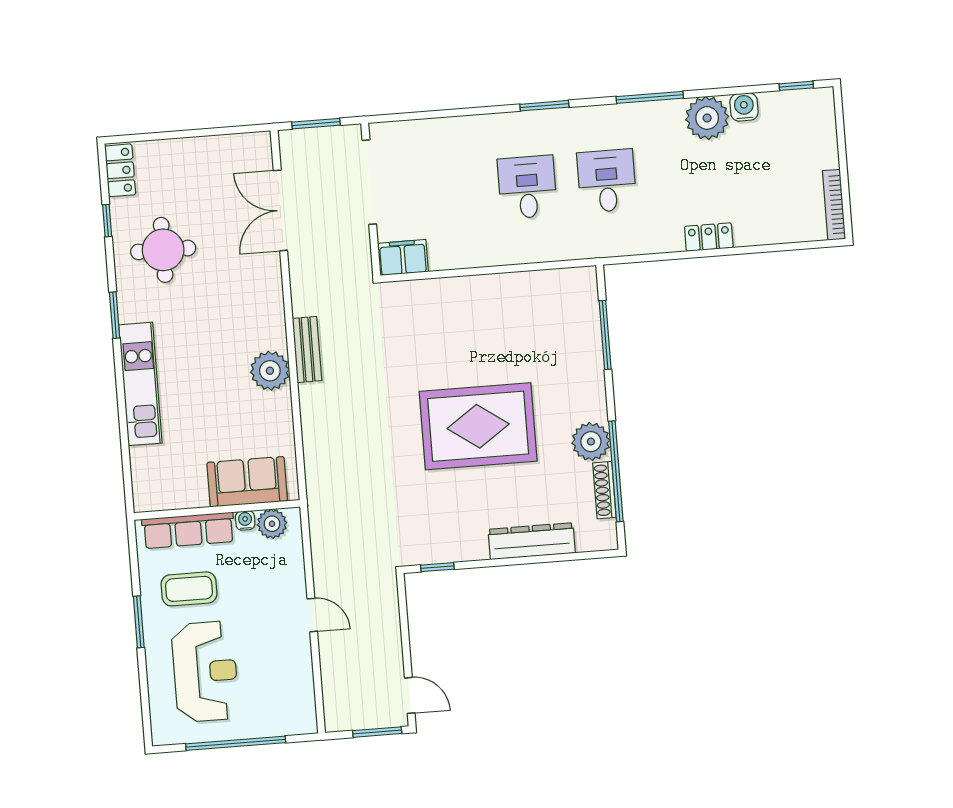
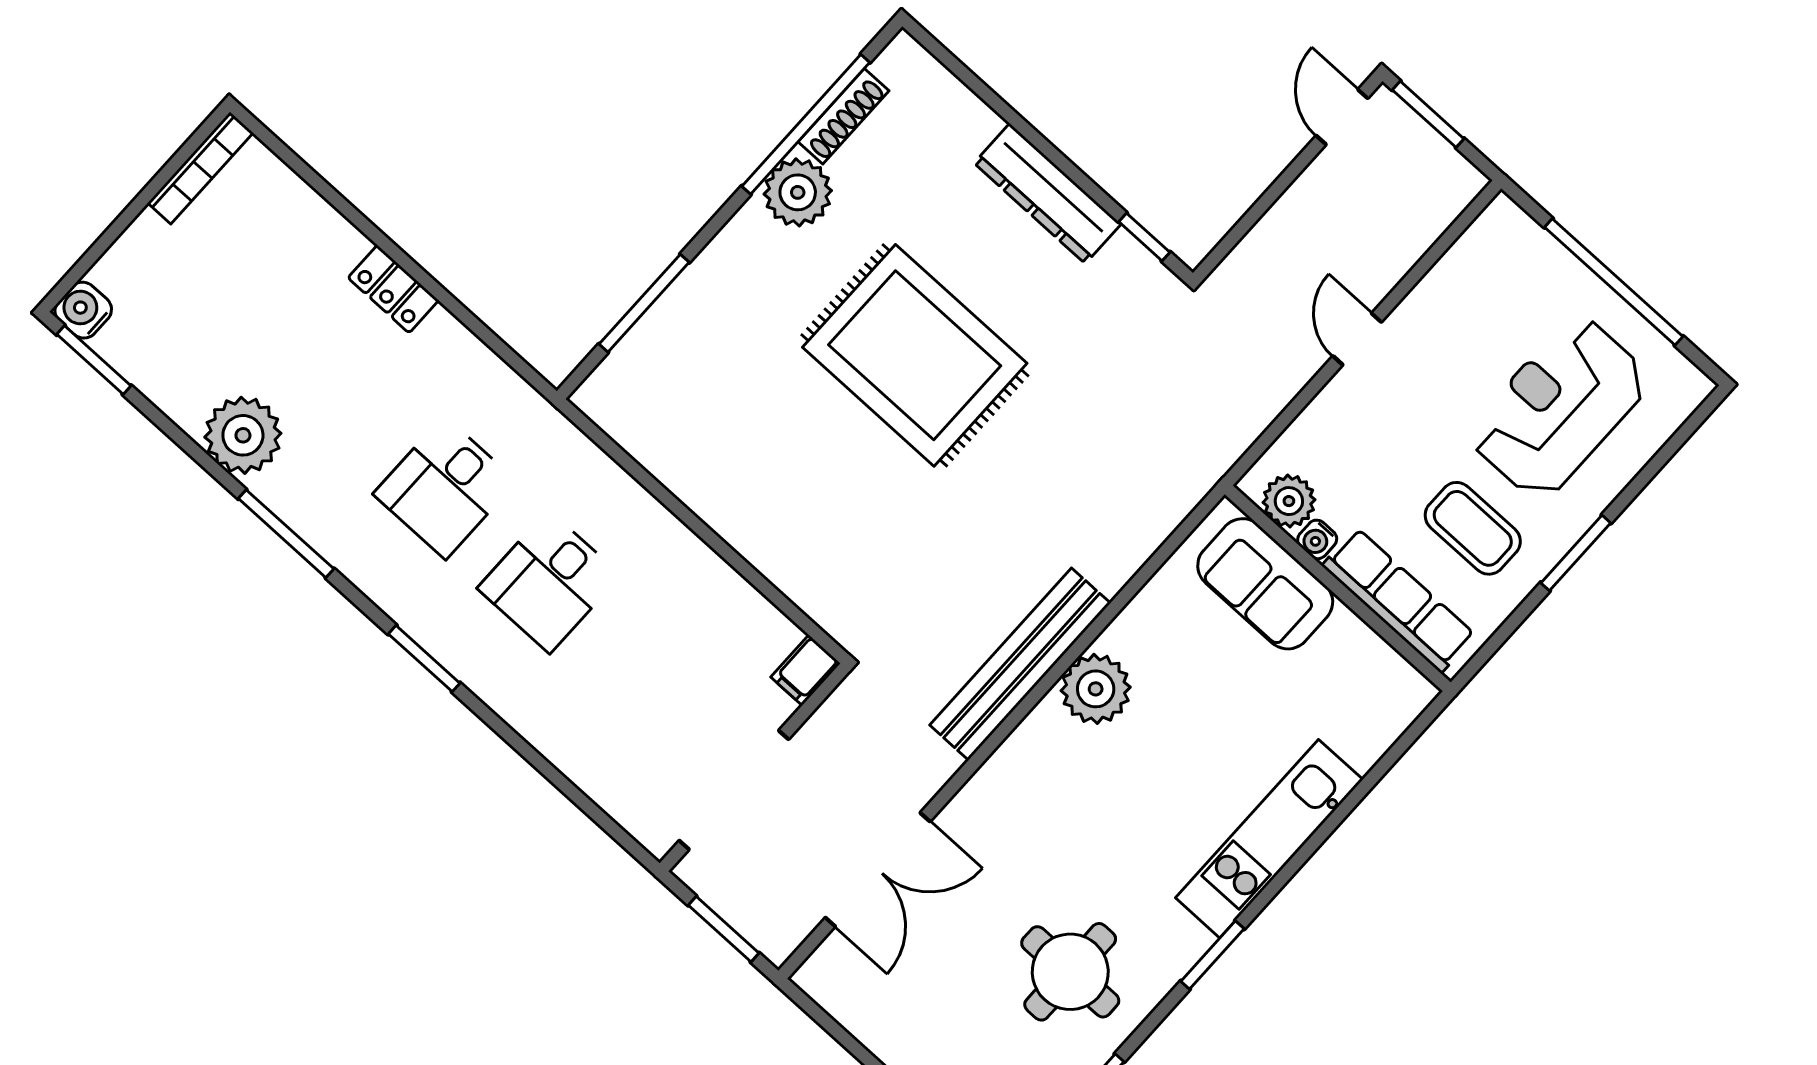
window: (796, 86) -> (94, 360), width x1.50
water cooler: (744, 107) -> (83, 310), moved, turned 90
filing cabinet: (403, 257) -> (806, 670), width x0.50
bench: (307, 349) -> (1020, 664), width x1.86, depth x1.21
dresser: (532, 541) -> (1047, 194), moved

